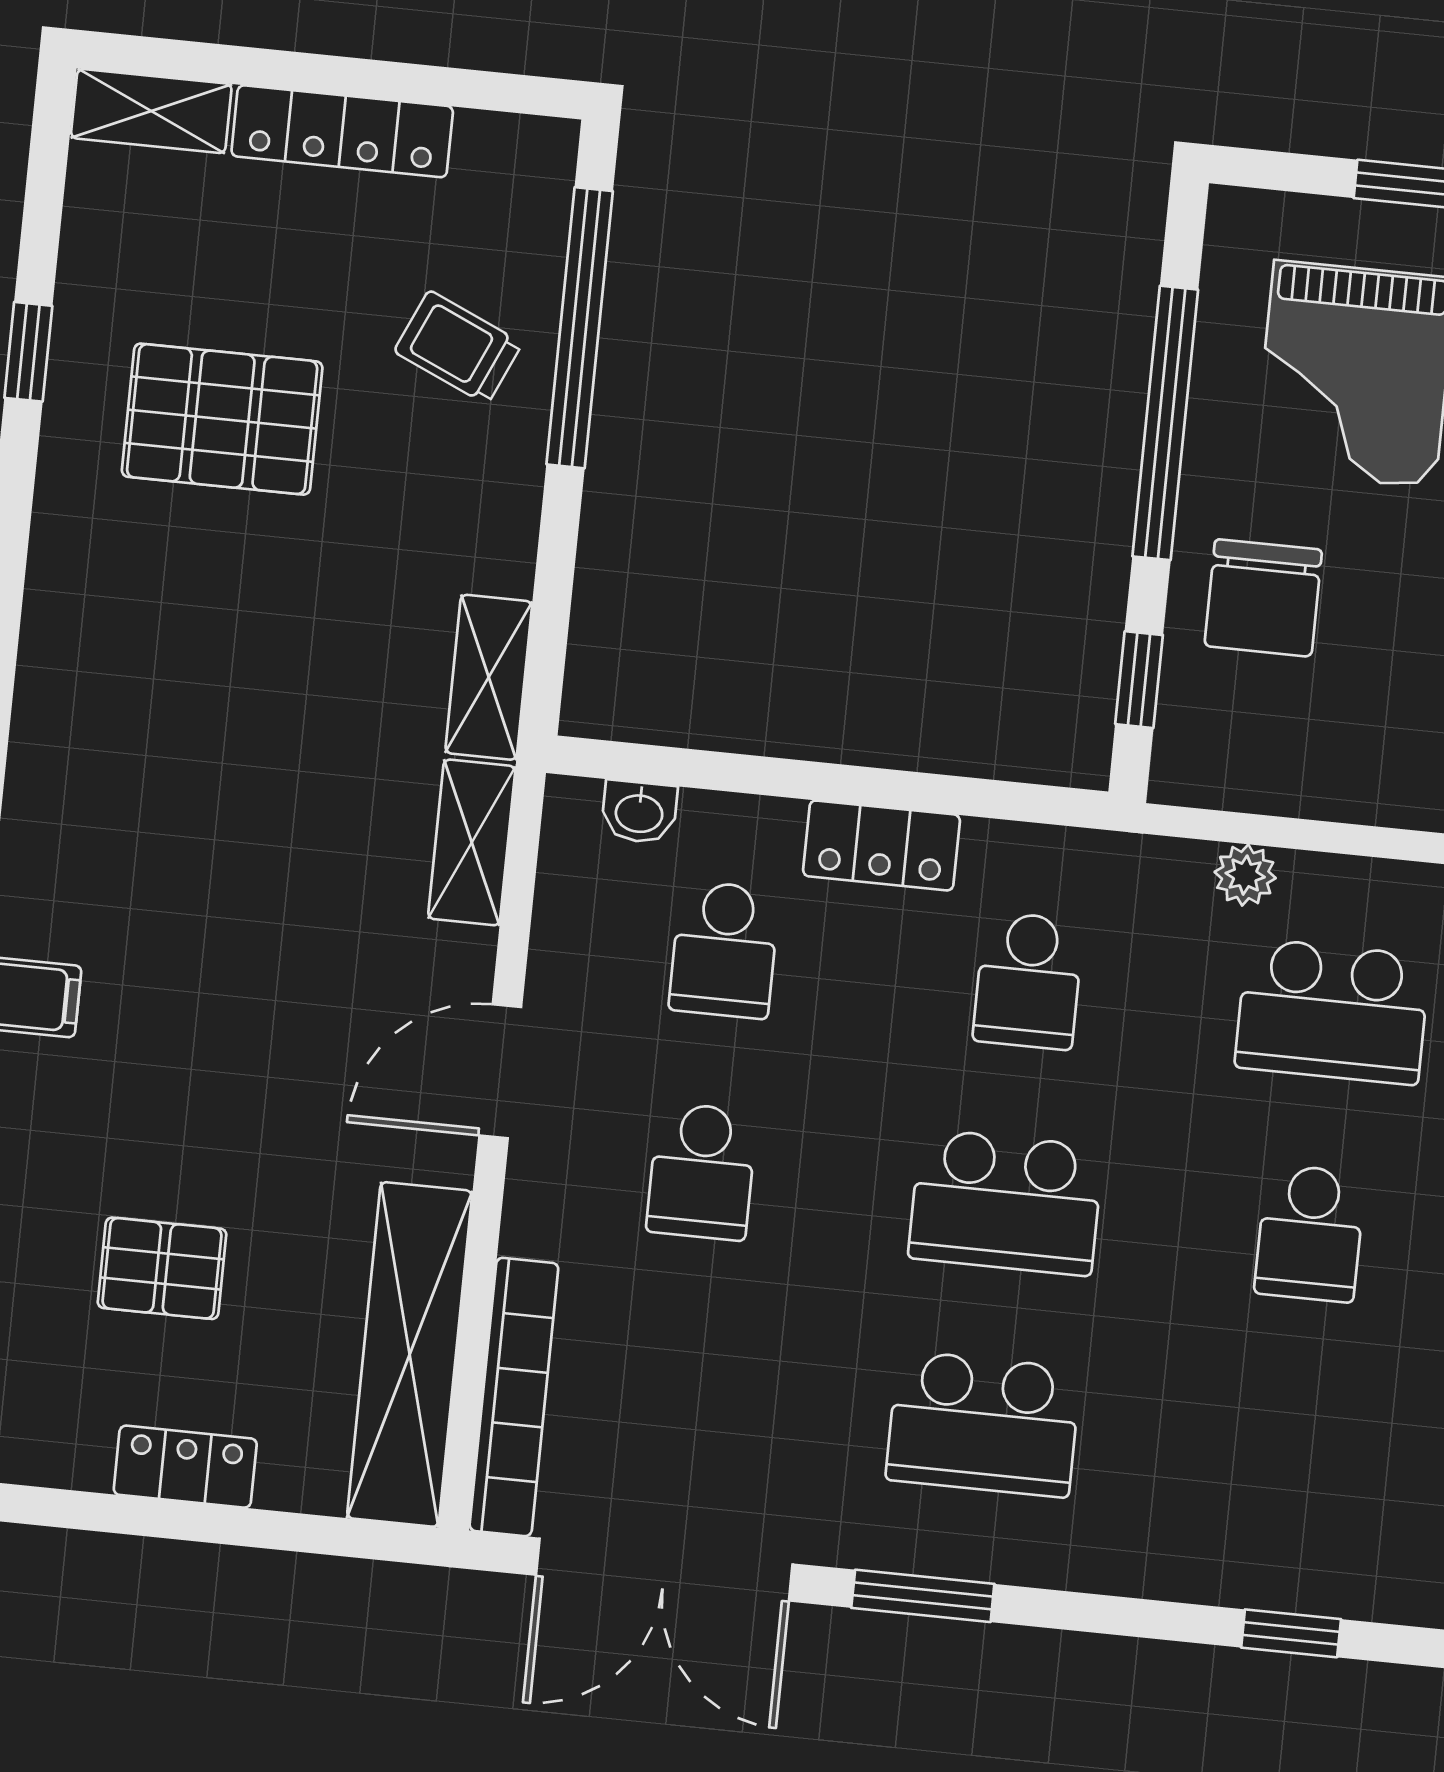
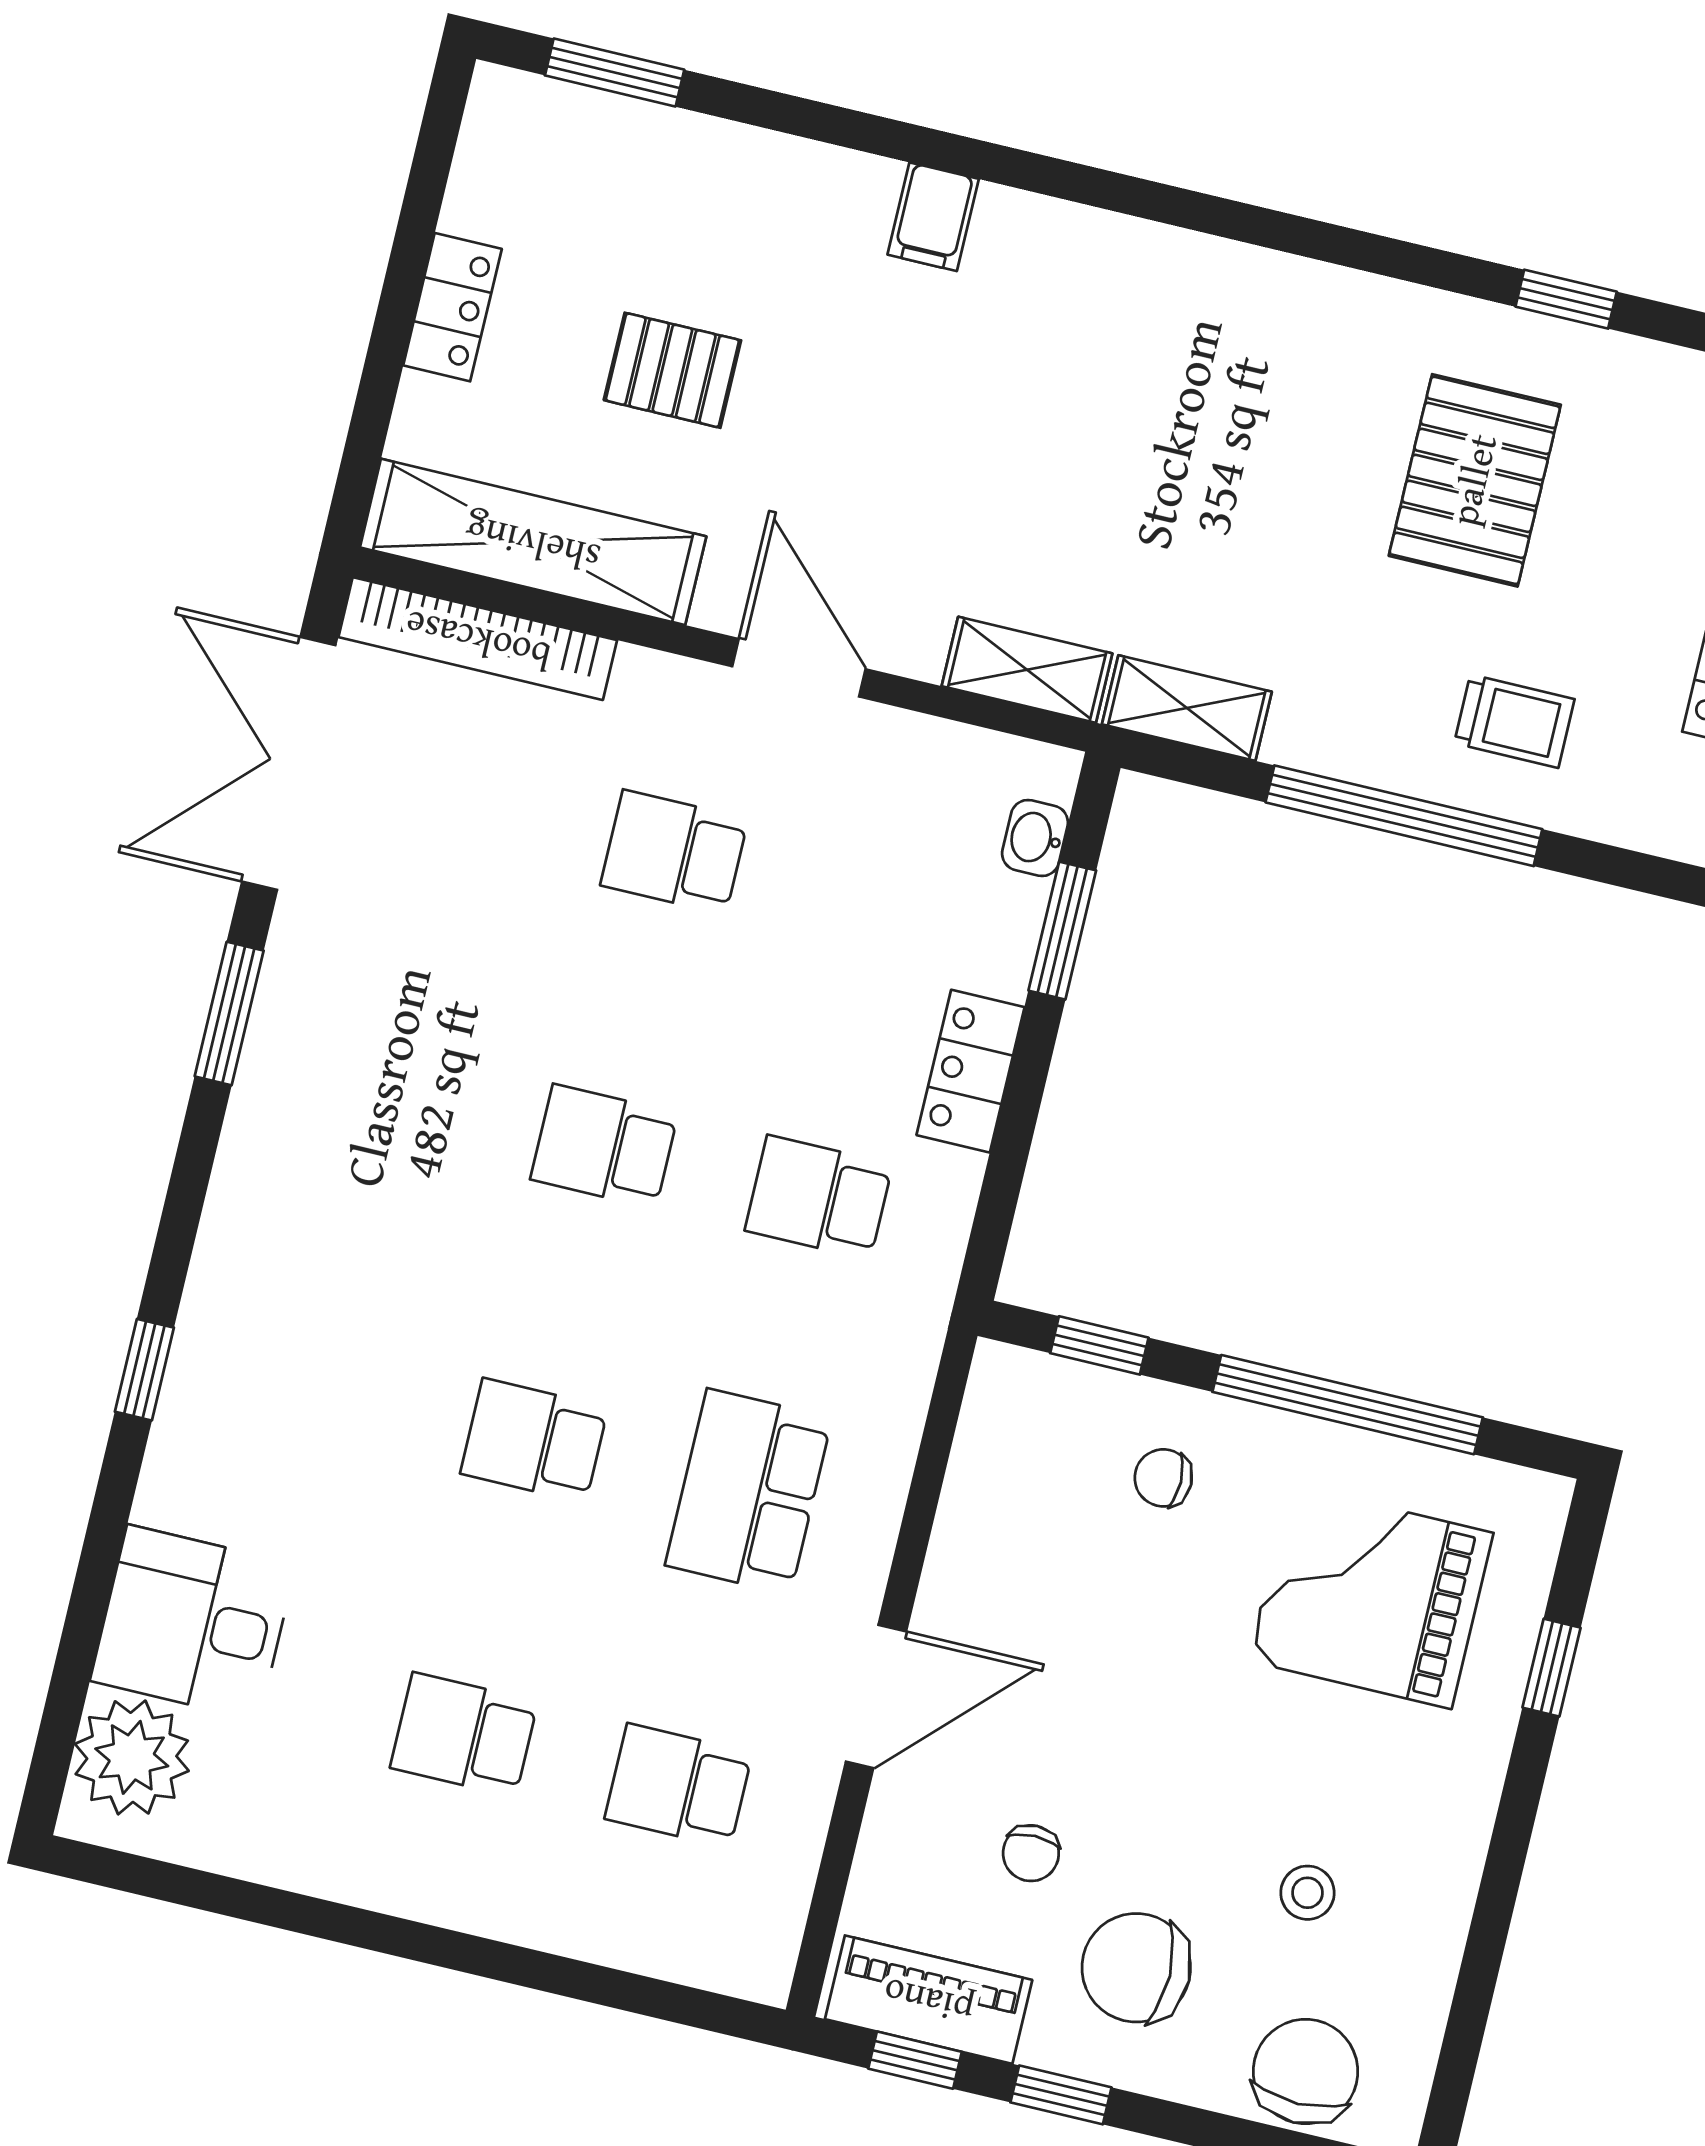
window: (580, 328) -> (1404, 816), moved
trolley: (458, 347) -> (1514, 721), turned 66
chair: (1263, 598) -> (1163, 1478), width x0.54, depth x0.54
window: (728, 772) -> (1062, 931), added
plant: (1245, 875) -> (894, 1424), removed
school desk: (724, 950) -> (889, 903), removed
school desk: (1006, 1202) -> (604, 1146), width x0.54
pallet: (162, 1268) -> (672, 370), moved, turned 90
school desk: (983, 1424) -> (390, 1095), removed

